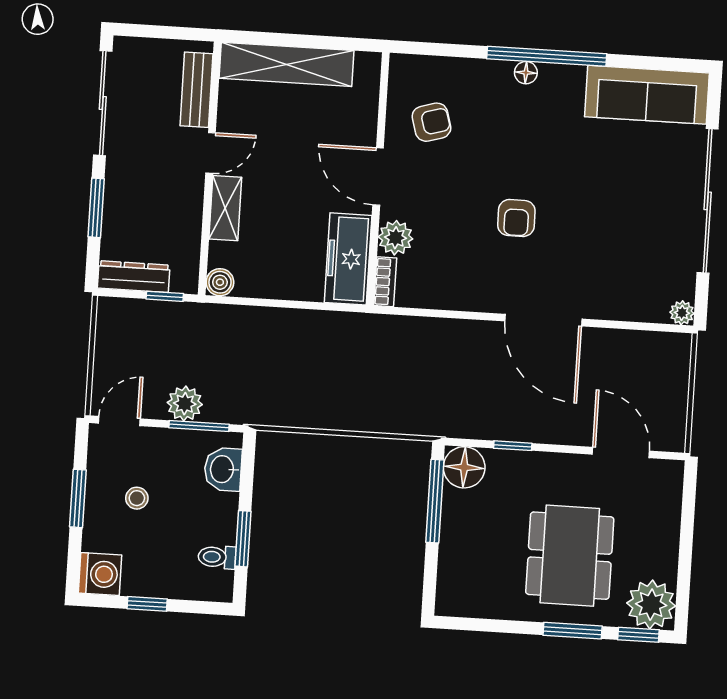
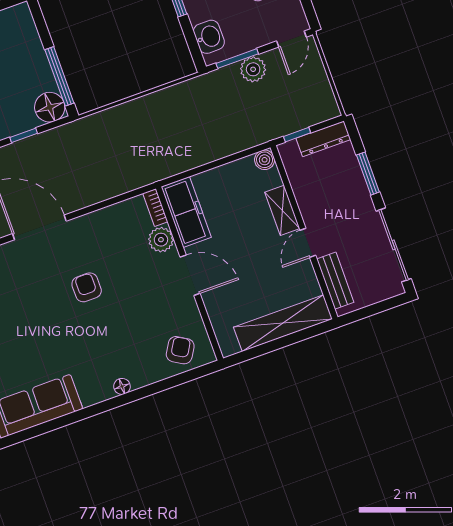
window: (547, 56) -> (113, 403), removed
armchair: (431, 122) -> (180, 350), moved, turned 137

